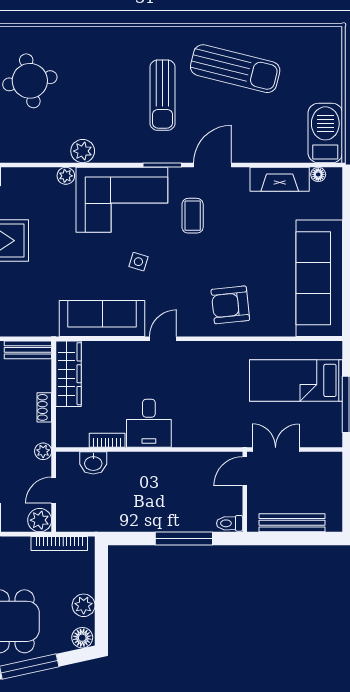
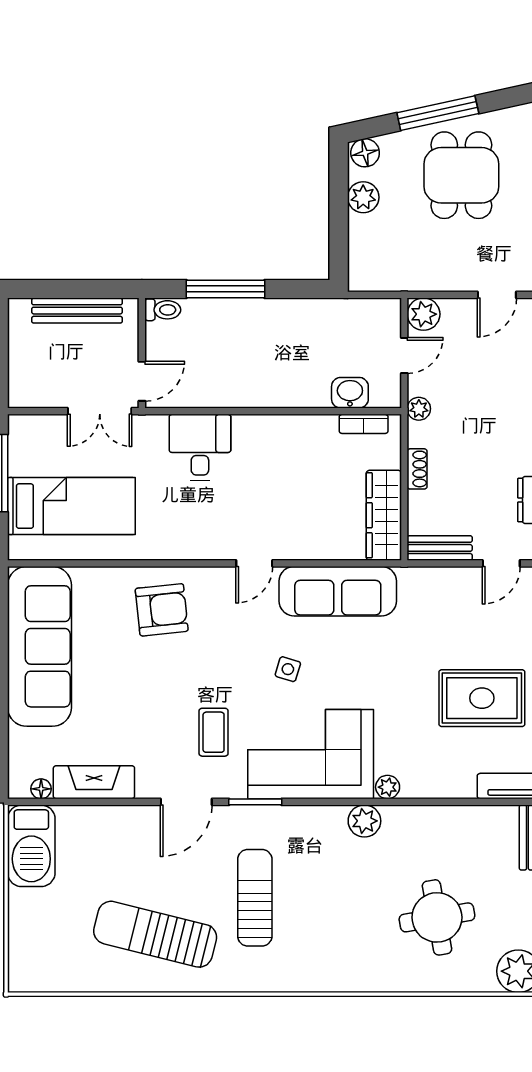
desk: (149, 423) -> (200, 447), moved
bookcase: (107, 440) -> (364, 424), moved
bookcase: (59, 544) -> (397, 282), removed

